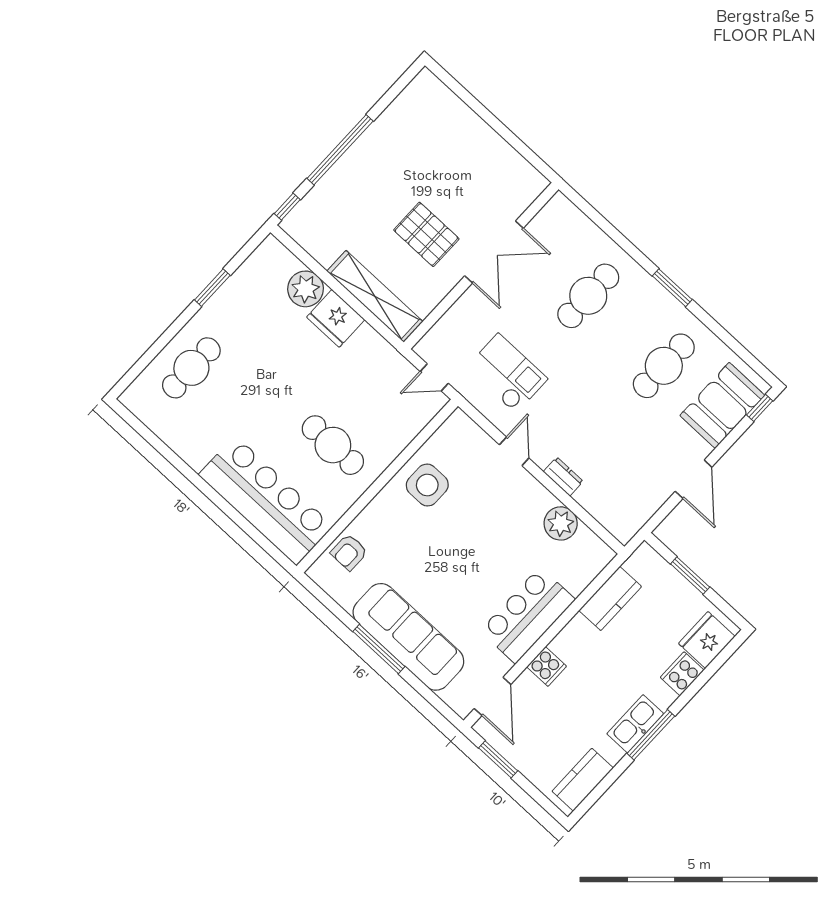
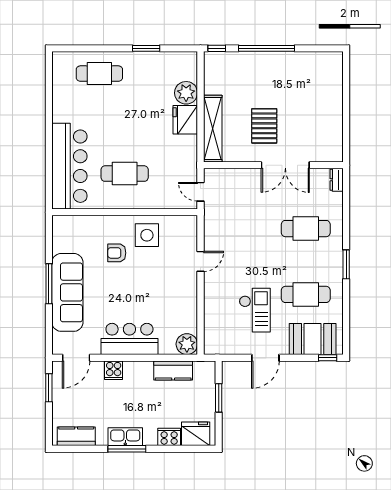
checkout: (507, 373) -> (255, 310), moved
cafe table: (333, 445) -> (125, 174), turned 90
dresser: (563, 476) -> (337, 180), moved, turned 180
plant: (561, 523) -> (187, 344), moved
armchair: (349, 552) -> (117, 253), moved

